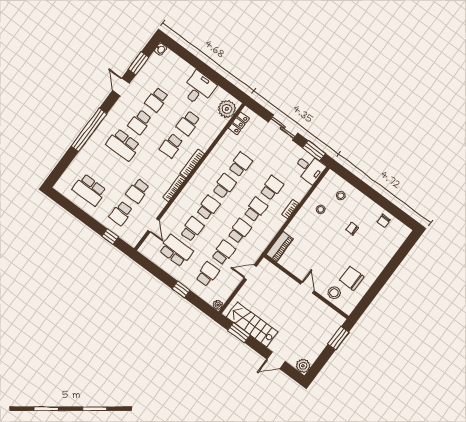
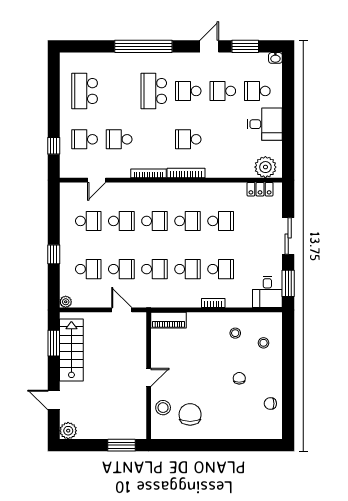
school desk: (188, 123) -> (257, 91), moved
school desk: (176, 251) -> (88, 221), width x0.54

